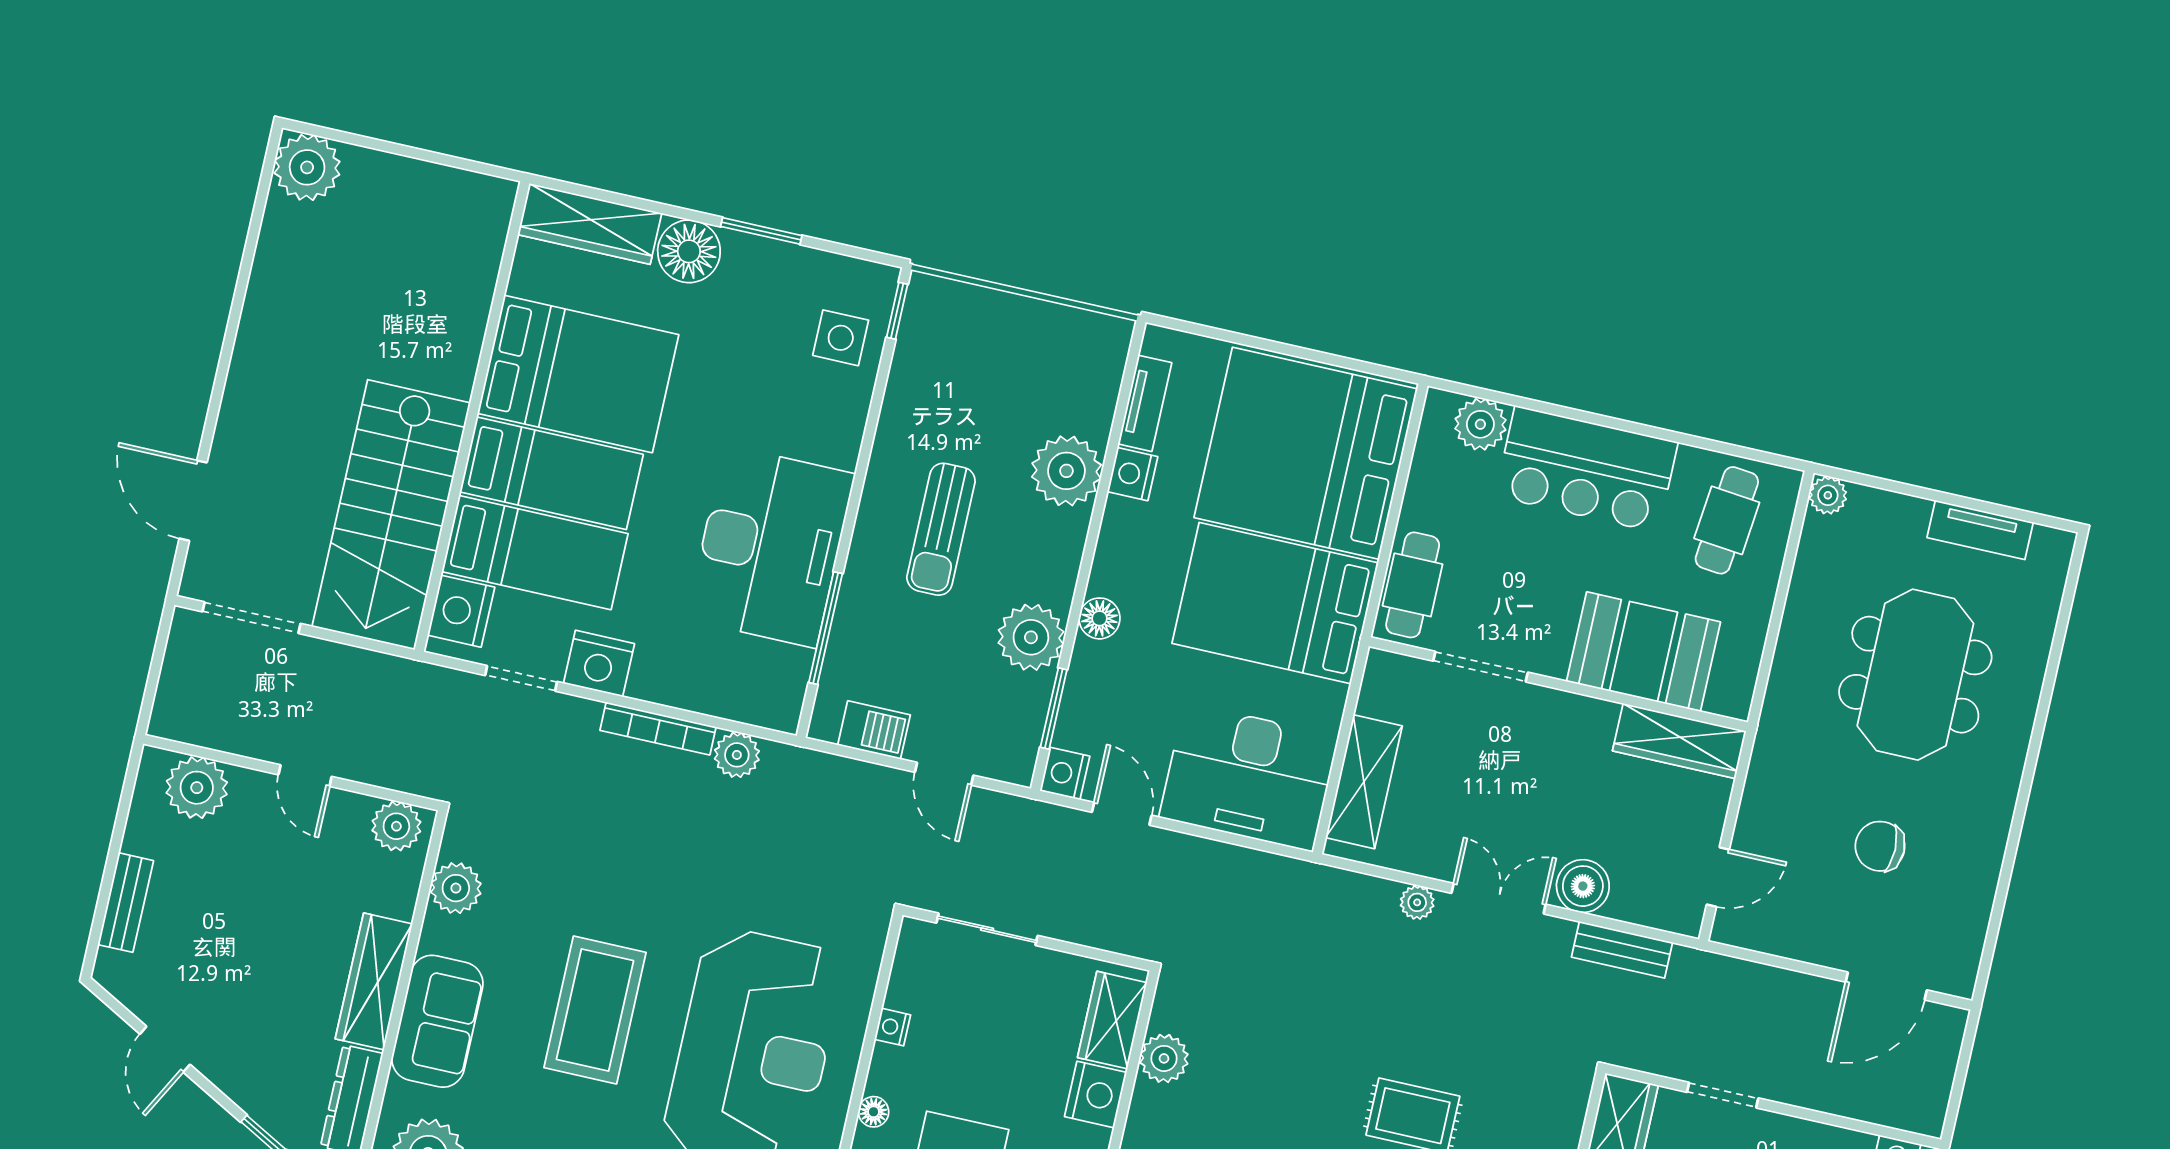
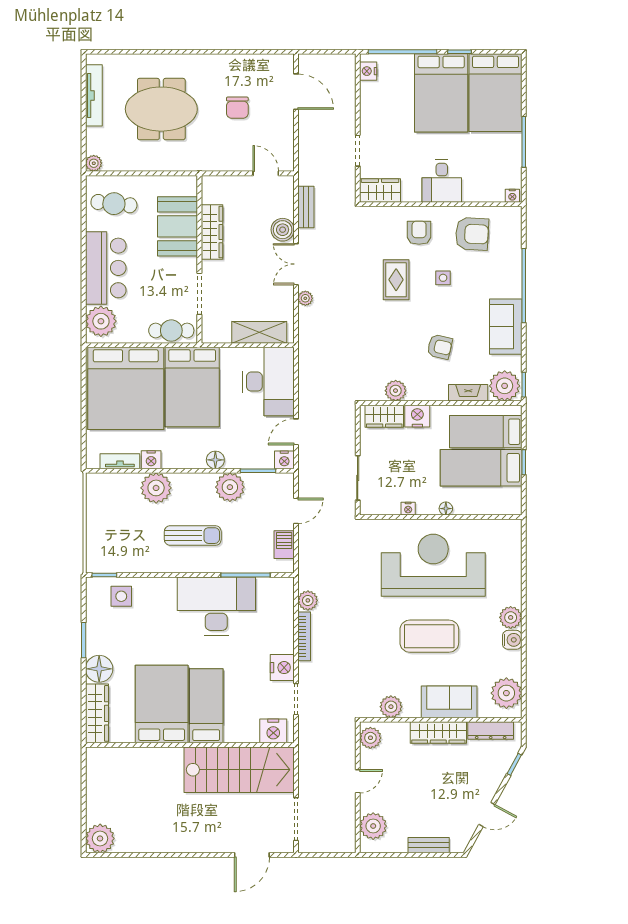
plant: (1480, 424) -> (101, 321), width x1.36, depth x1.36
tv unit: (1980, 530) -> (94, 95), width x1.41
bed: (535, 553) -> (241, 705), removed
wardrobe: (1679, 741) -> (212, 232), moved

